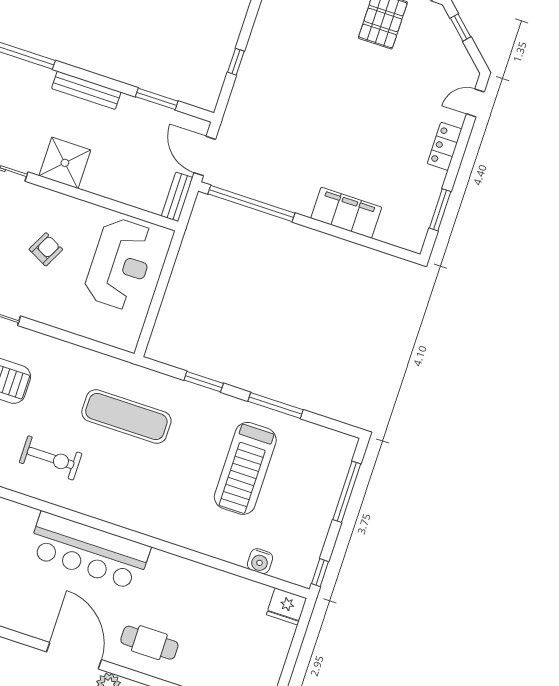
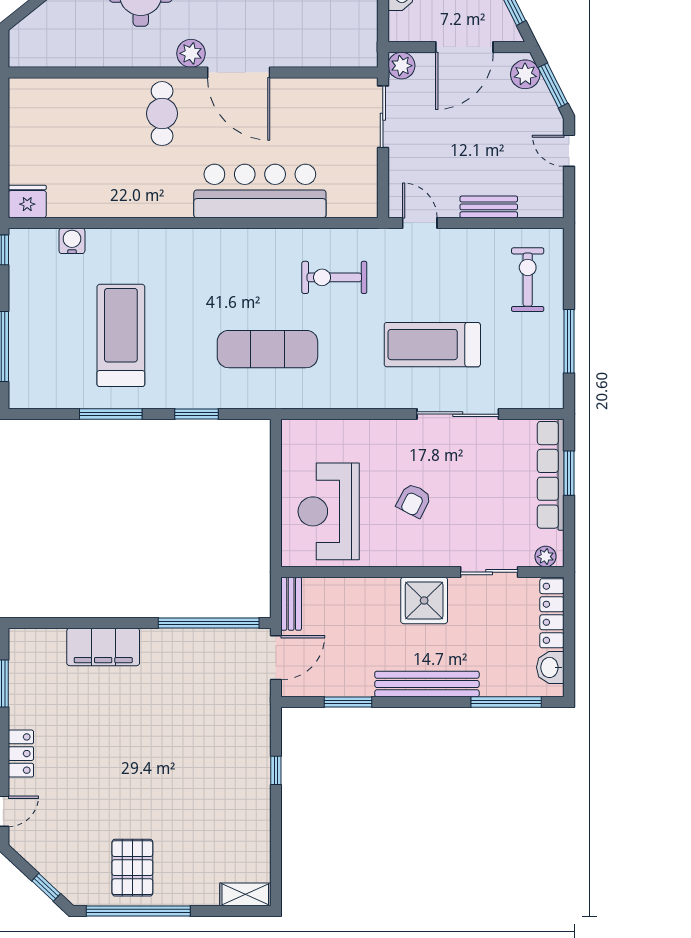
bench: (86, 90) -> (427, 684), width x1.37, depth x1.21
door: (205, 156) -> (276, 658), hinge flipped
cafe table: (149, 643) -> (162, 114), turned 90

